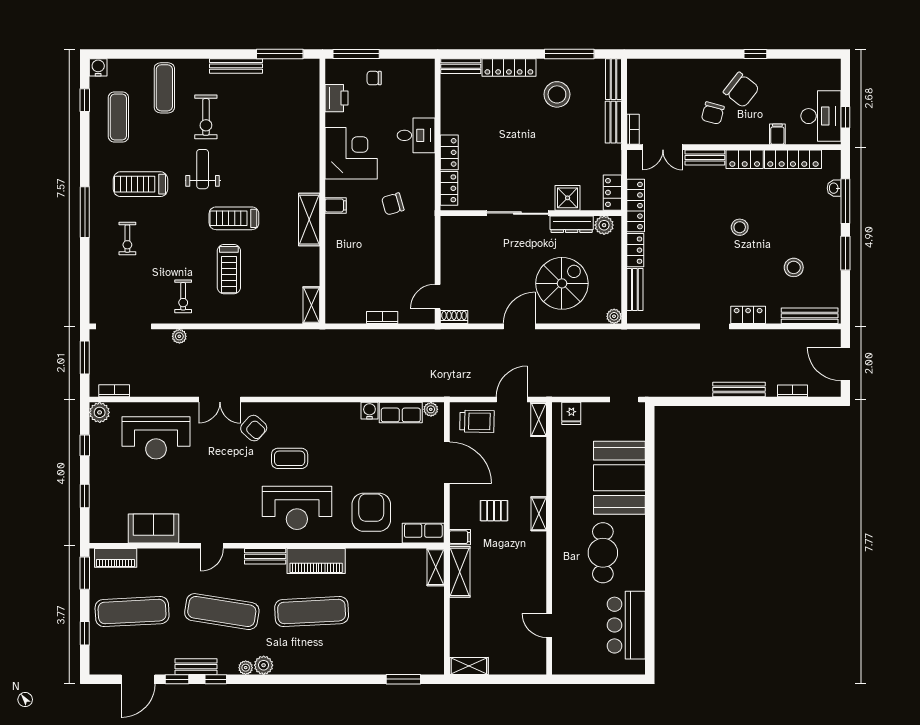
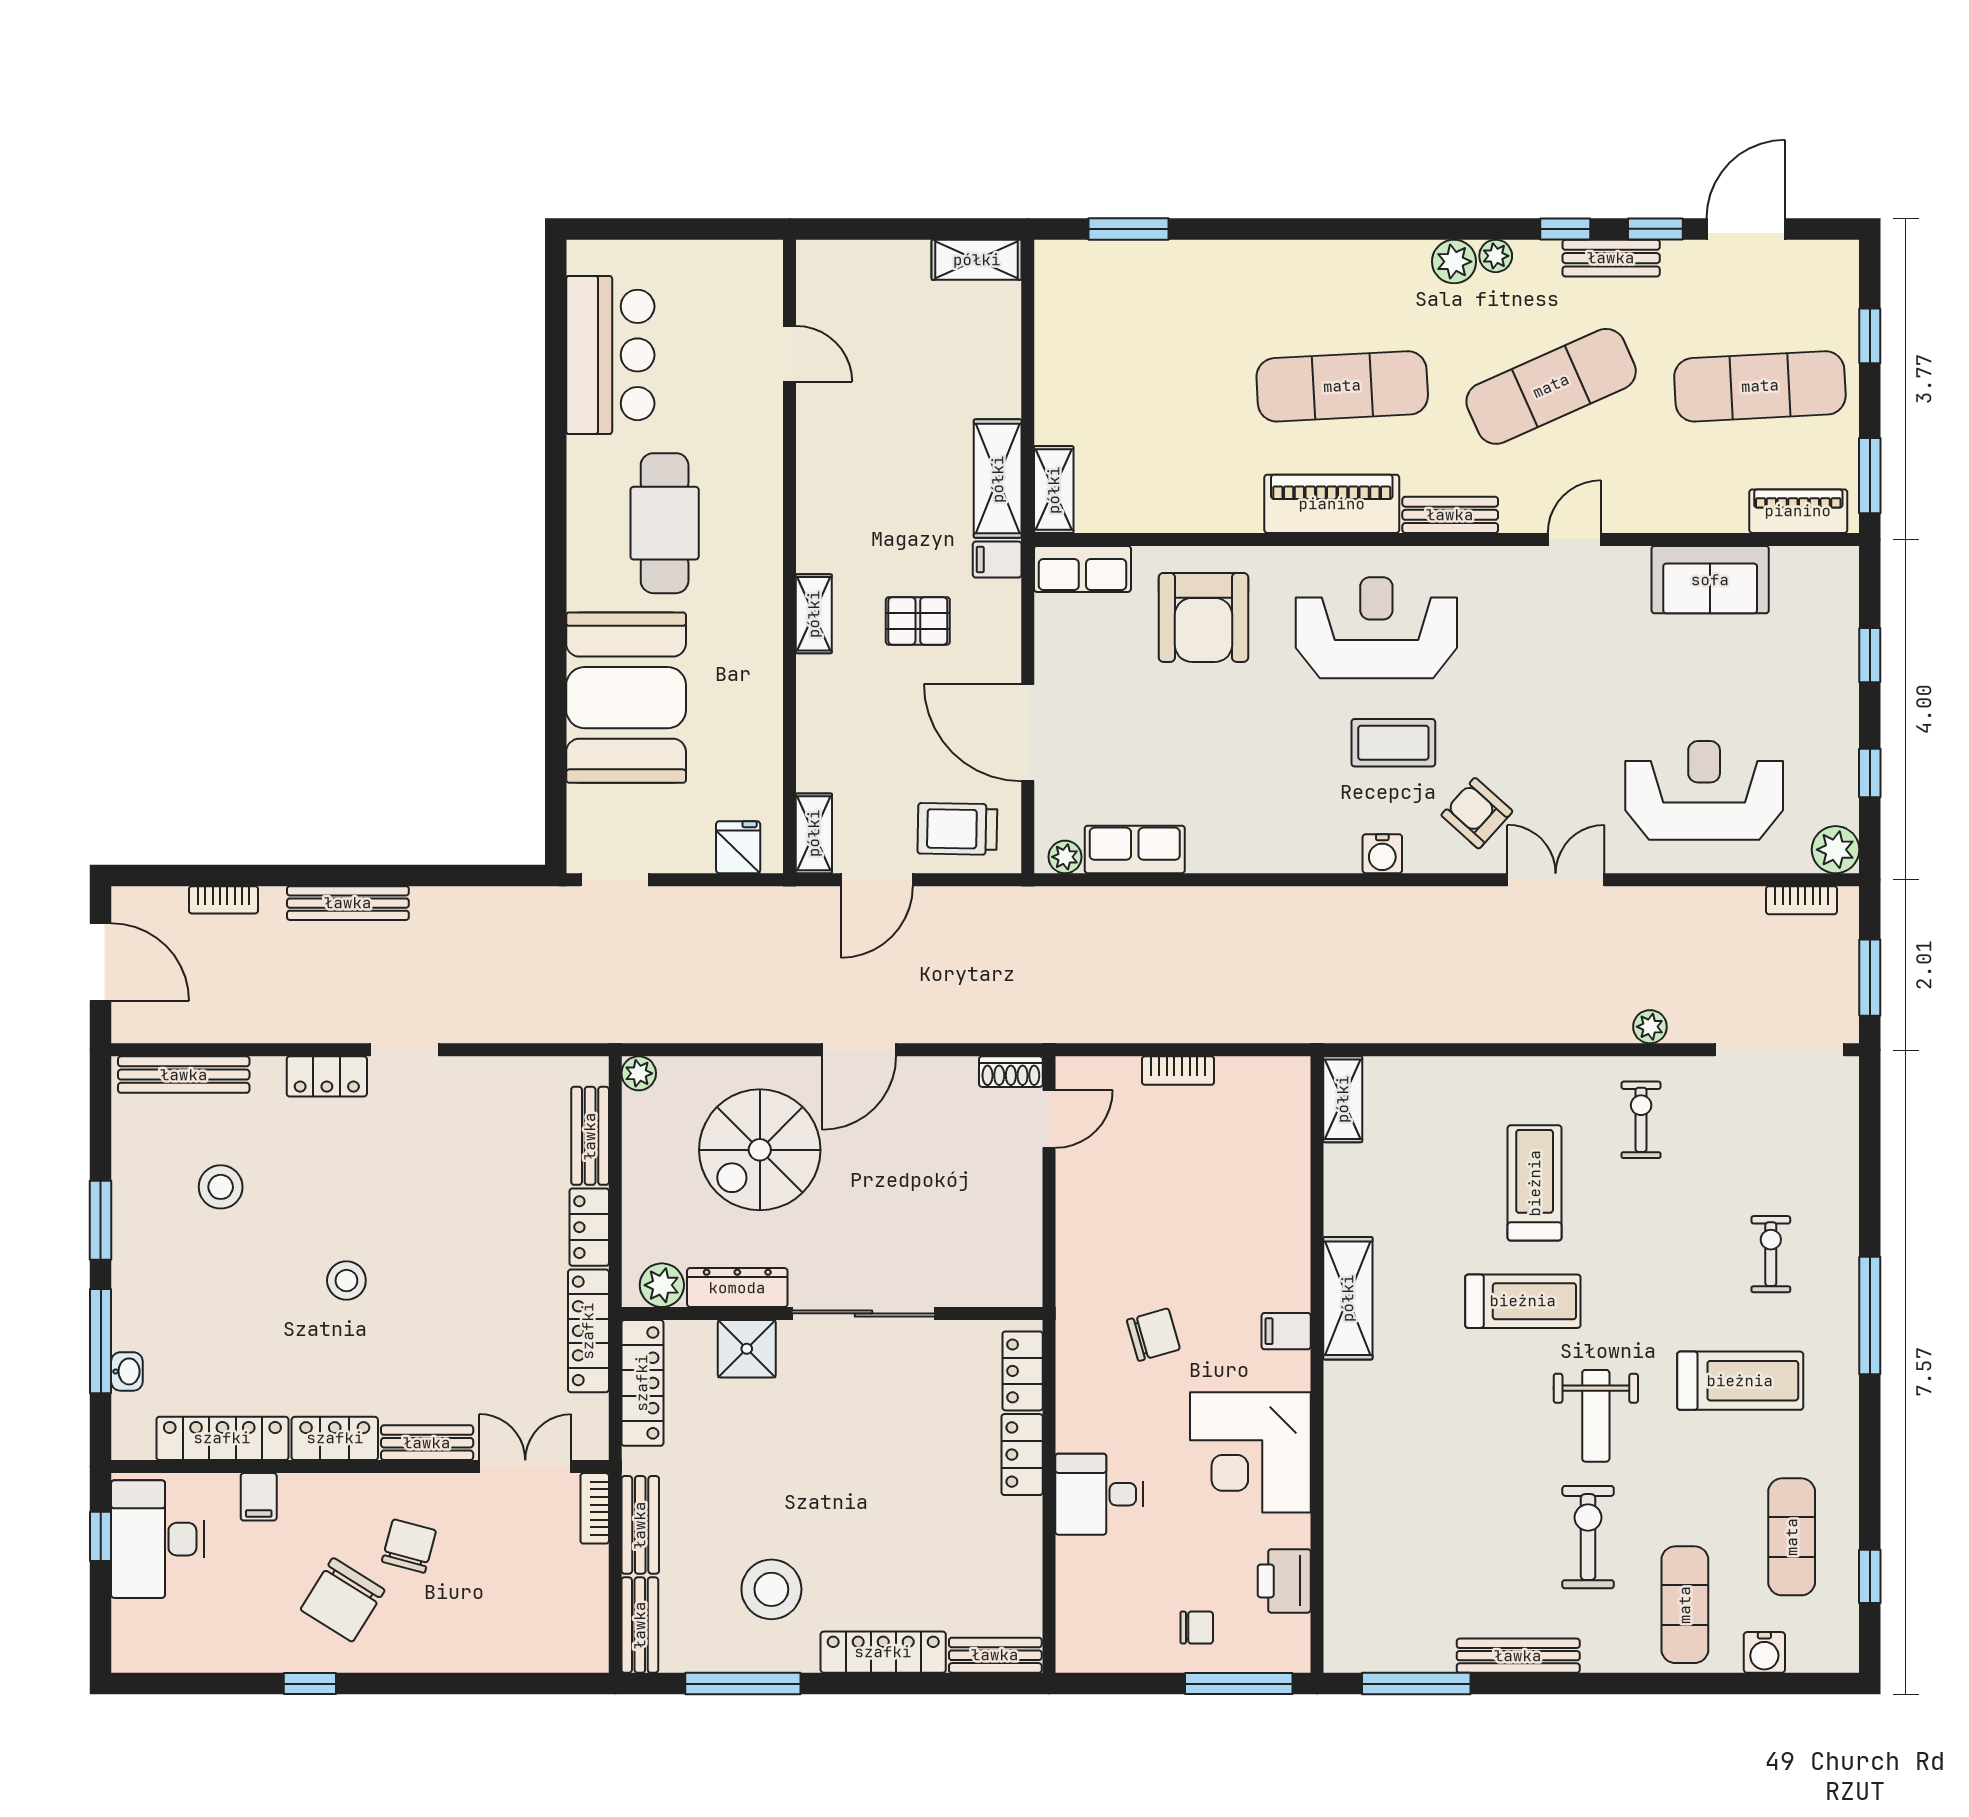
water cooler: (98, 67) -> (1764, 1652), moved
chair: (741, 90) -> (343, 1600), turned -96
locker: (612, 193) -> (642, 1383), width x1.53
water cooler: (369, 411) -> (1382, 854), moved
exercise mat: (222, 612) -> (1551, 386), turned -33

